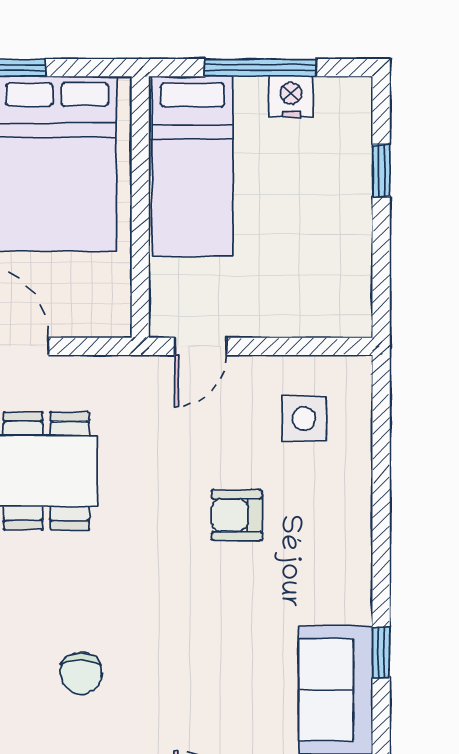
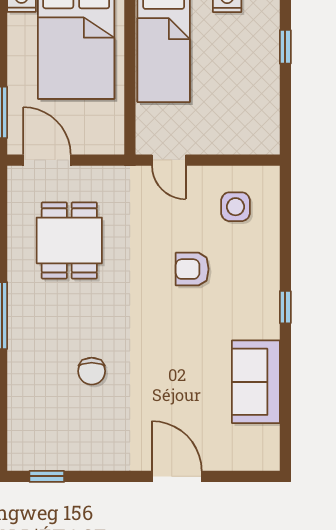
door: (201, 346) -> (169, 160), hinge flipped
window: (381, 653) -> (285, 307), moved

